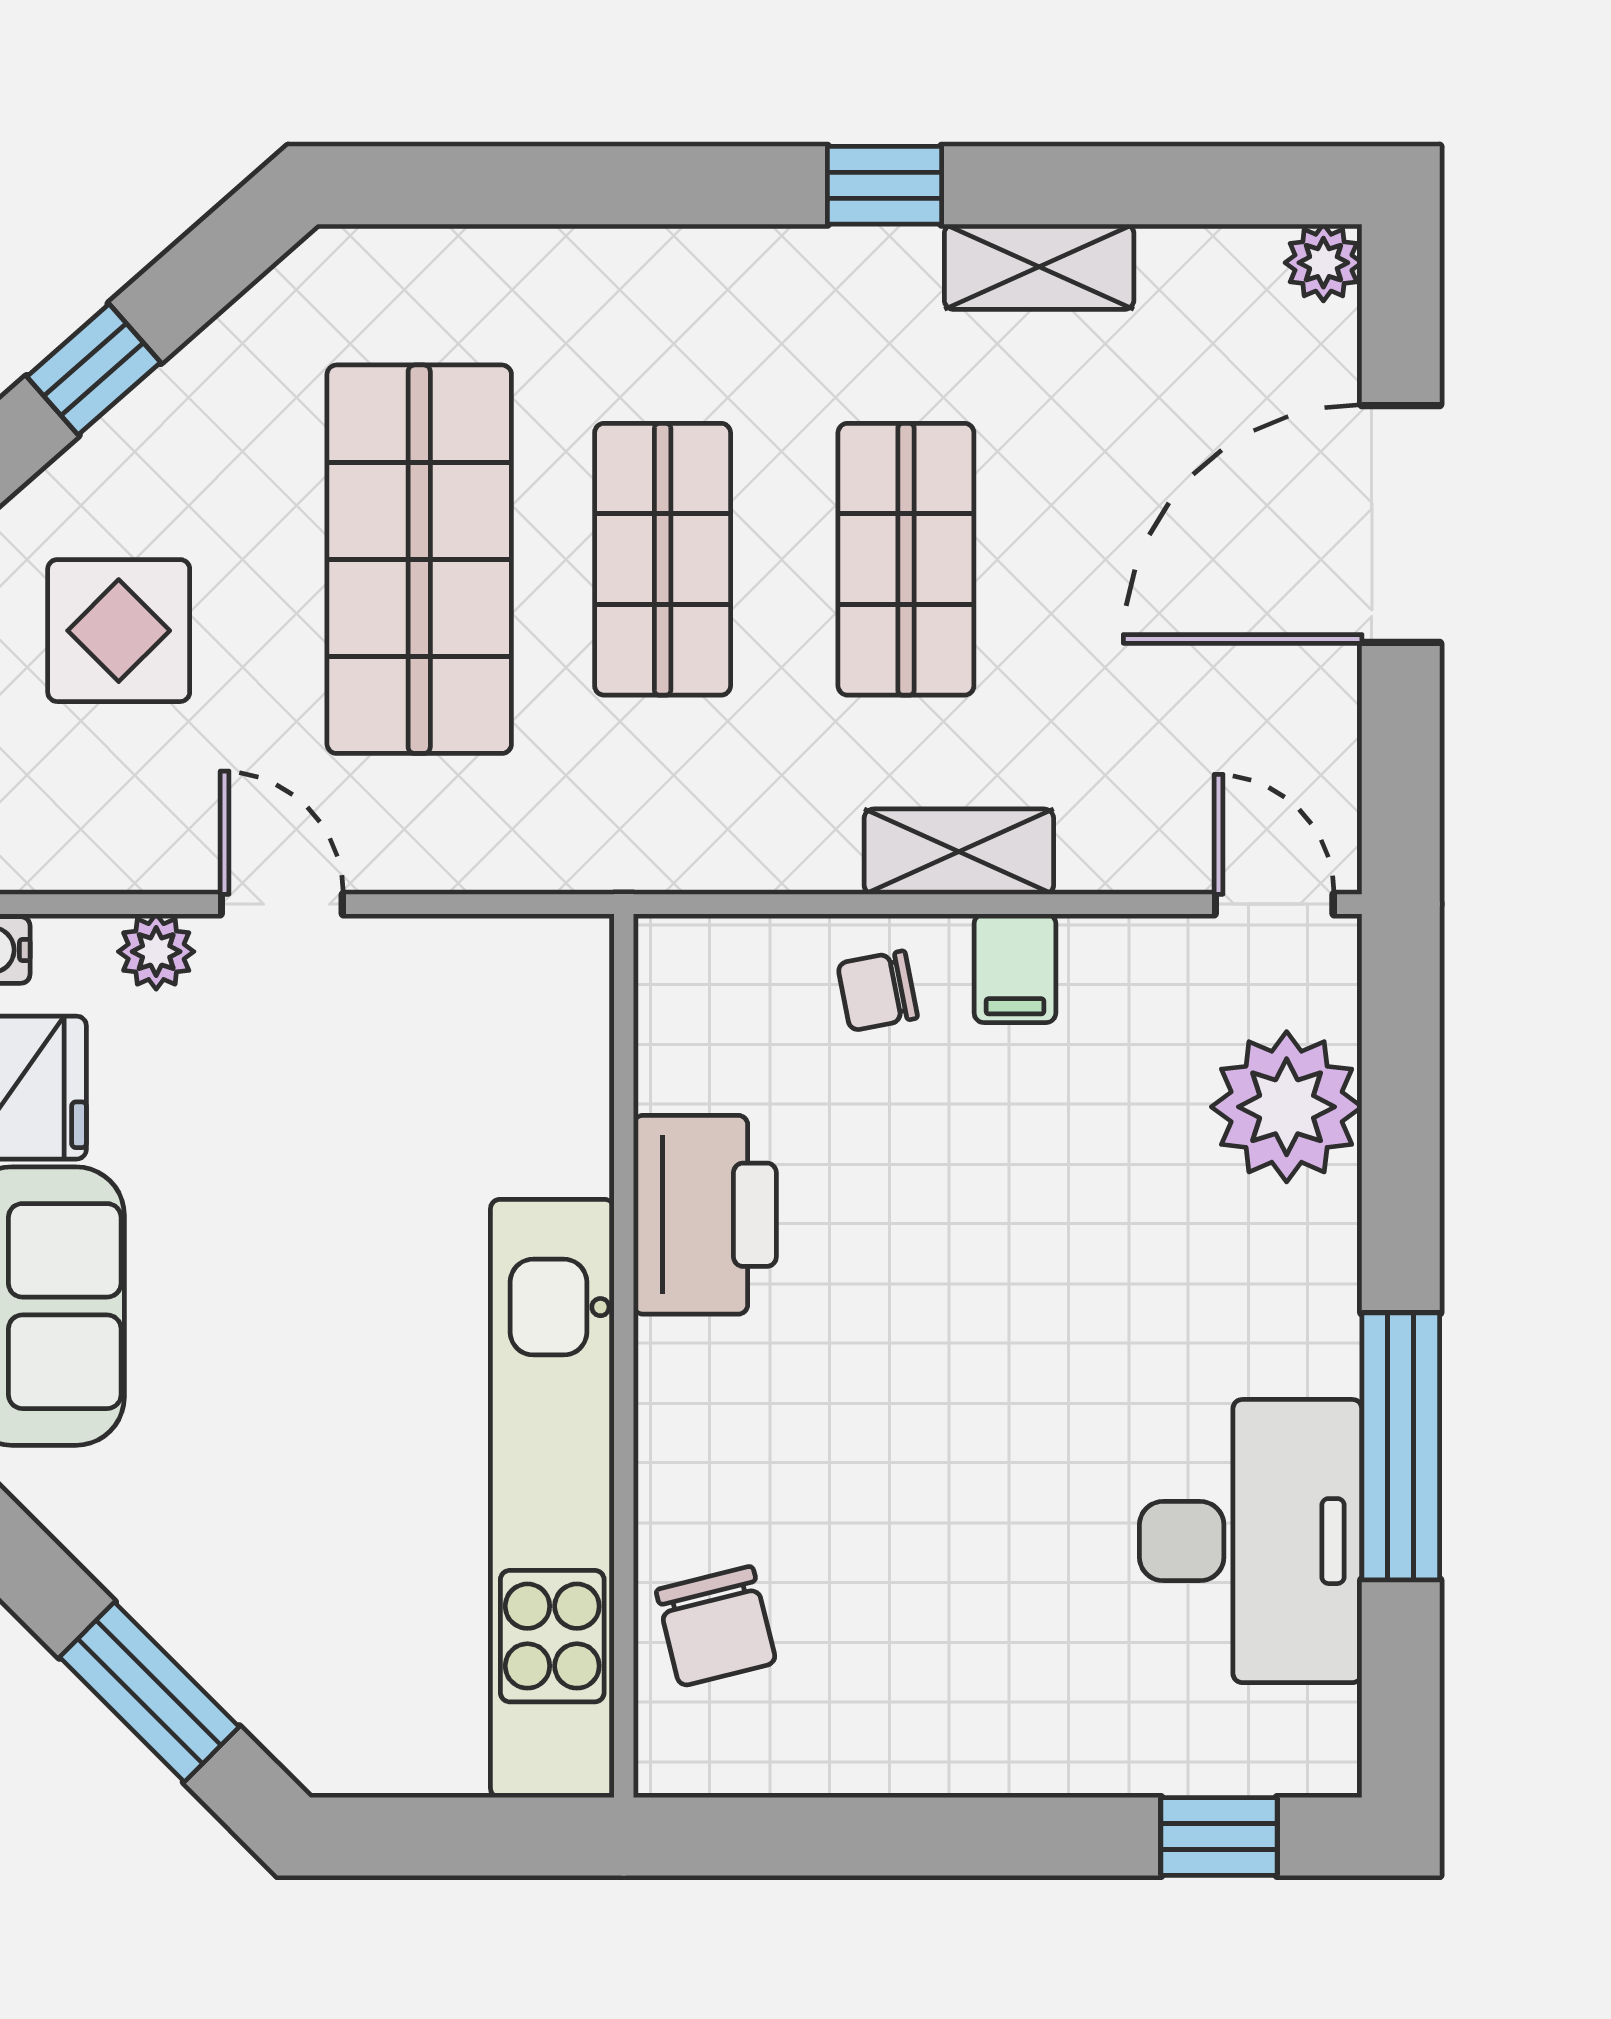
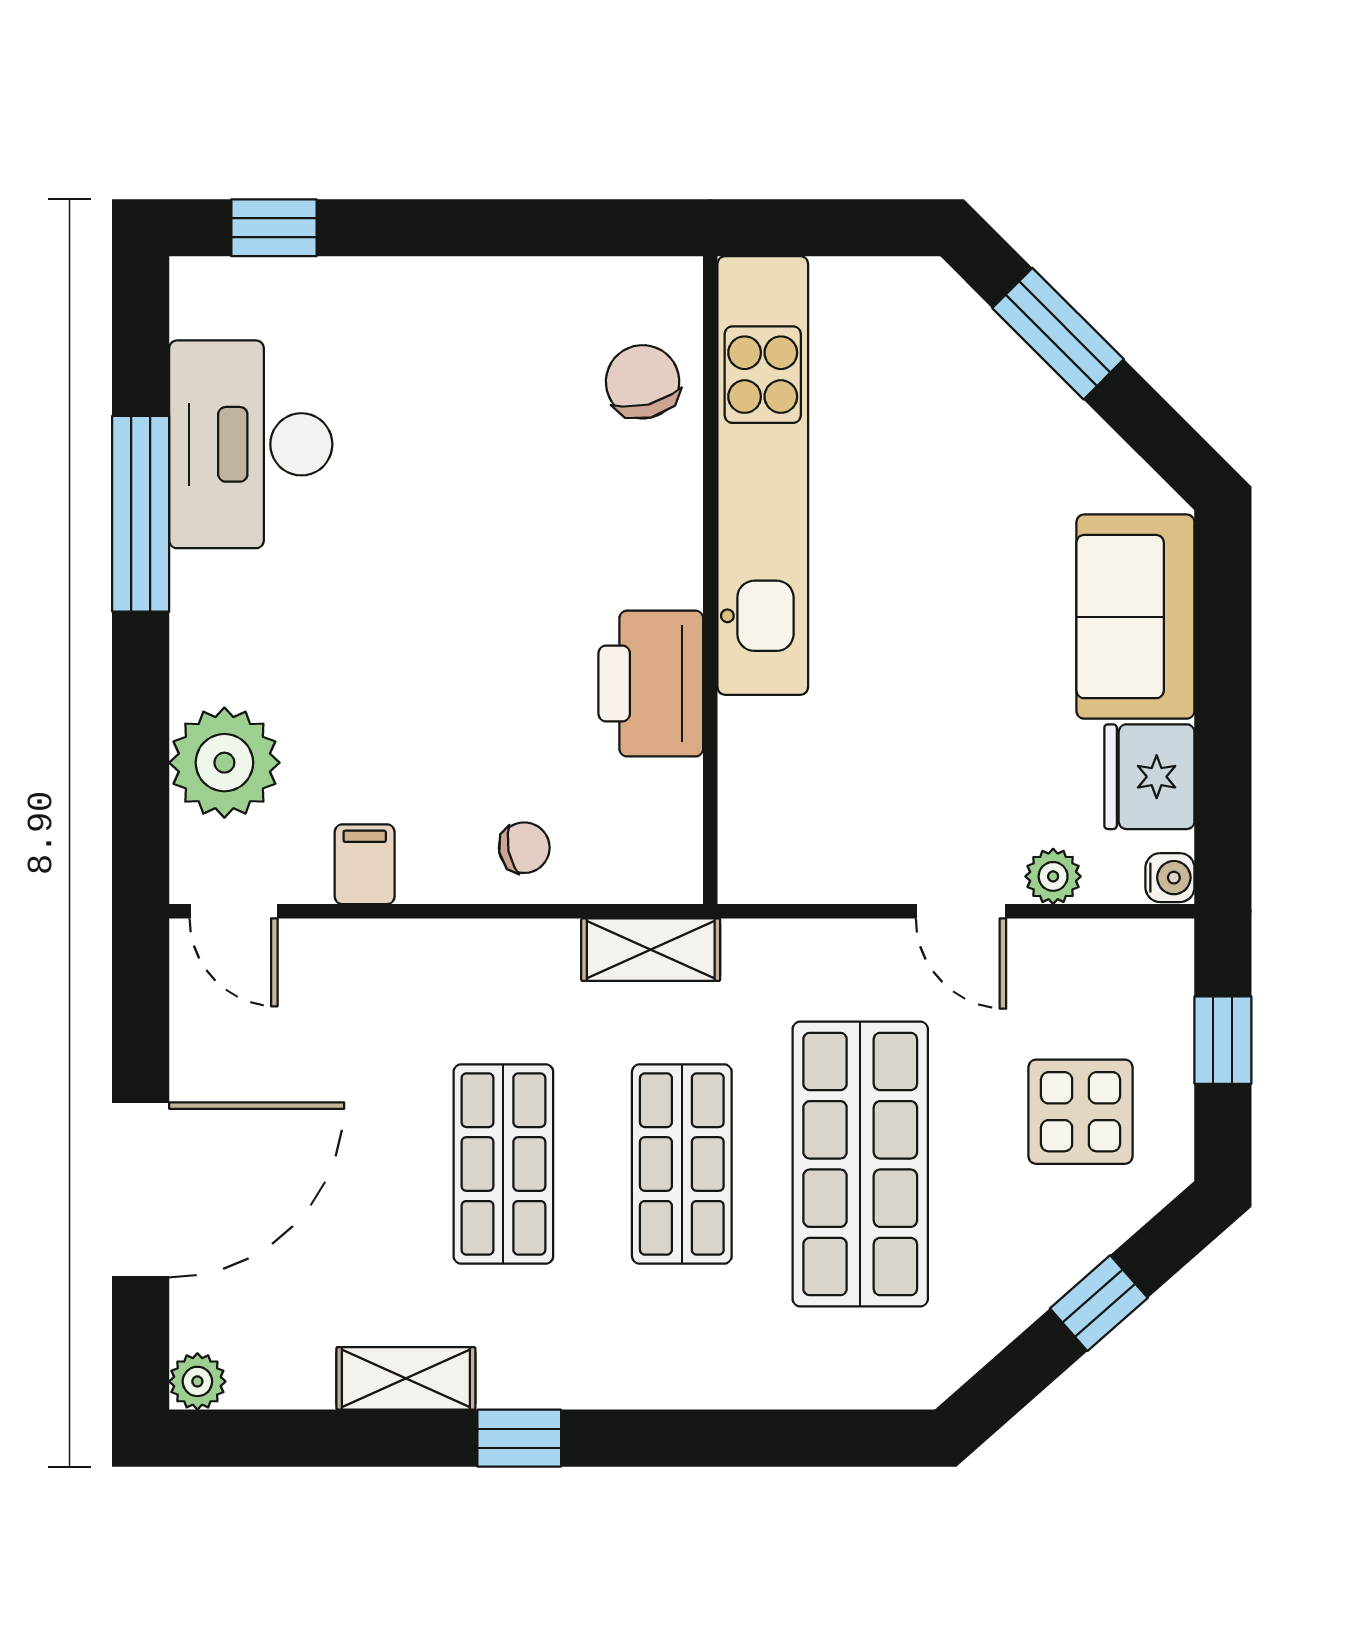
shelving: (959, 852) -> (651, 950), moved
filing cabinet: (1015, 968) -> (365, 864), moved

